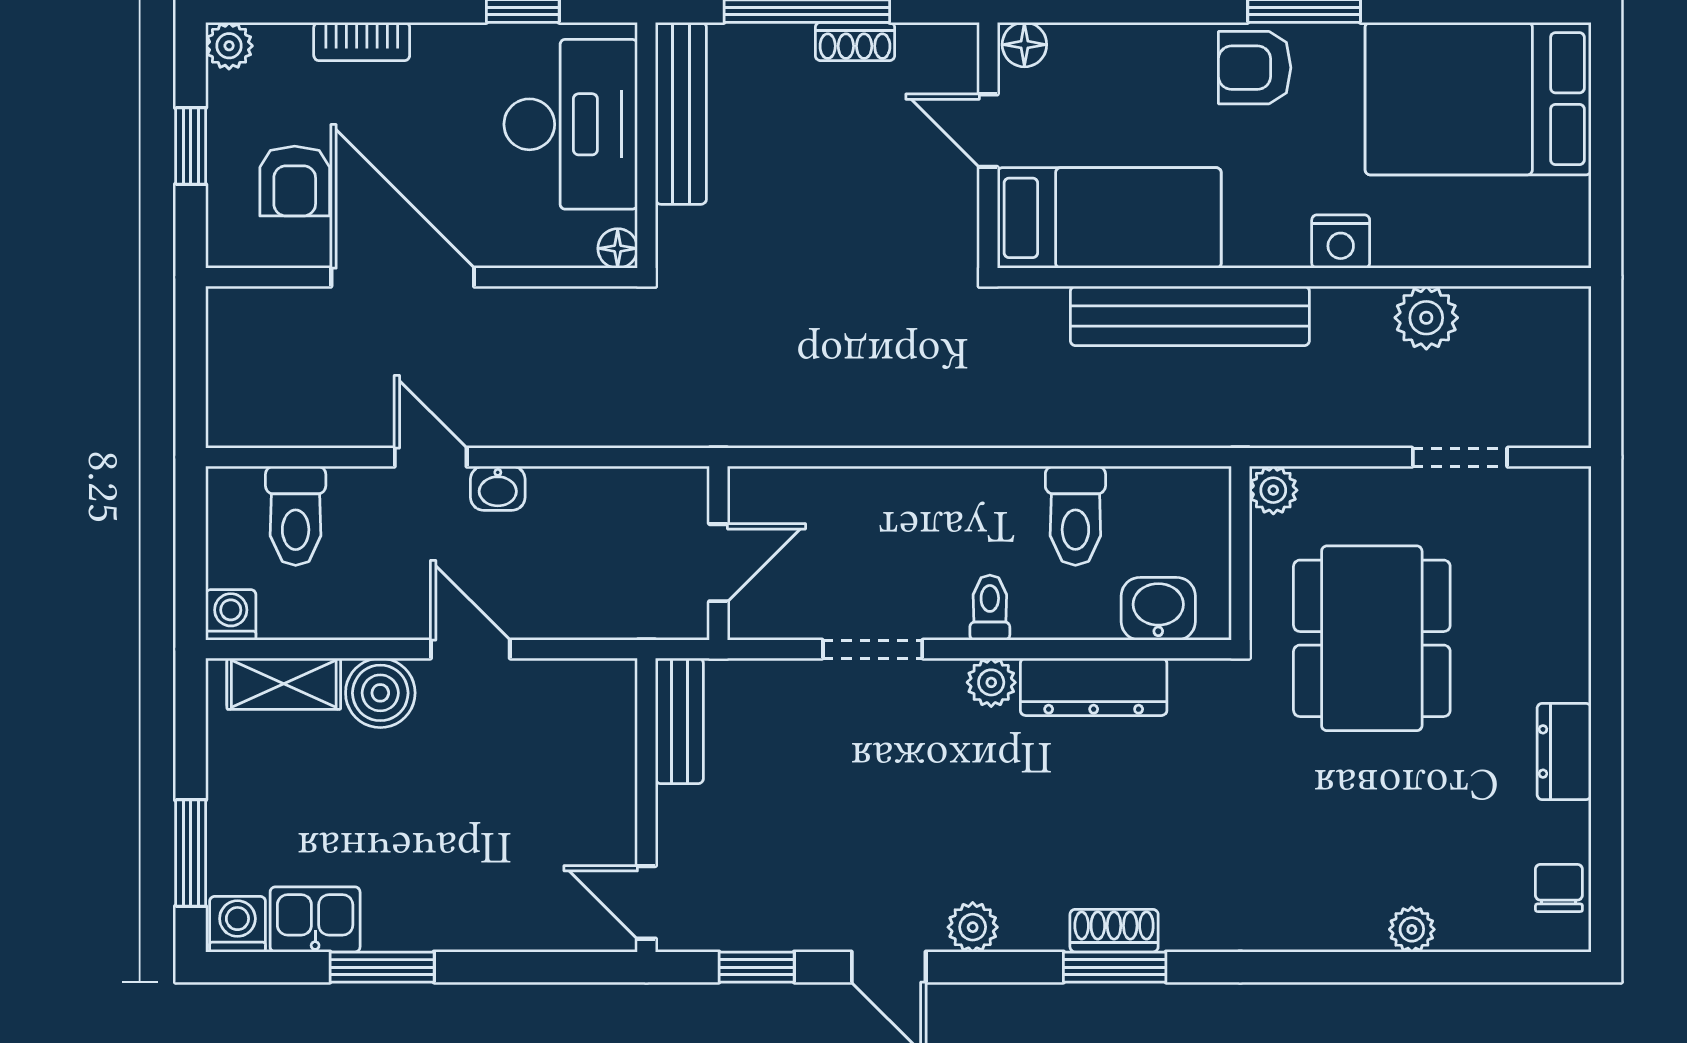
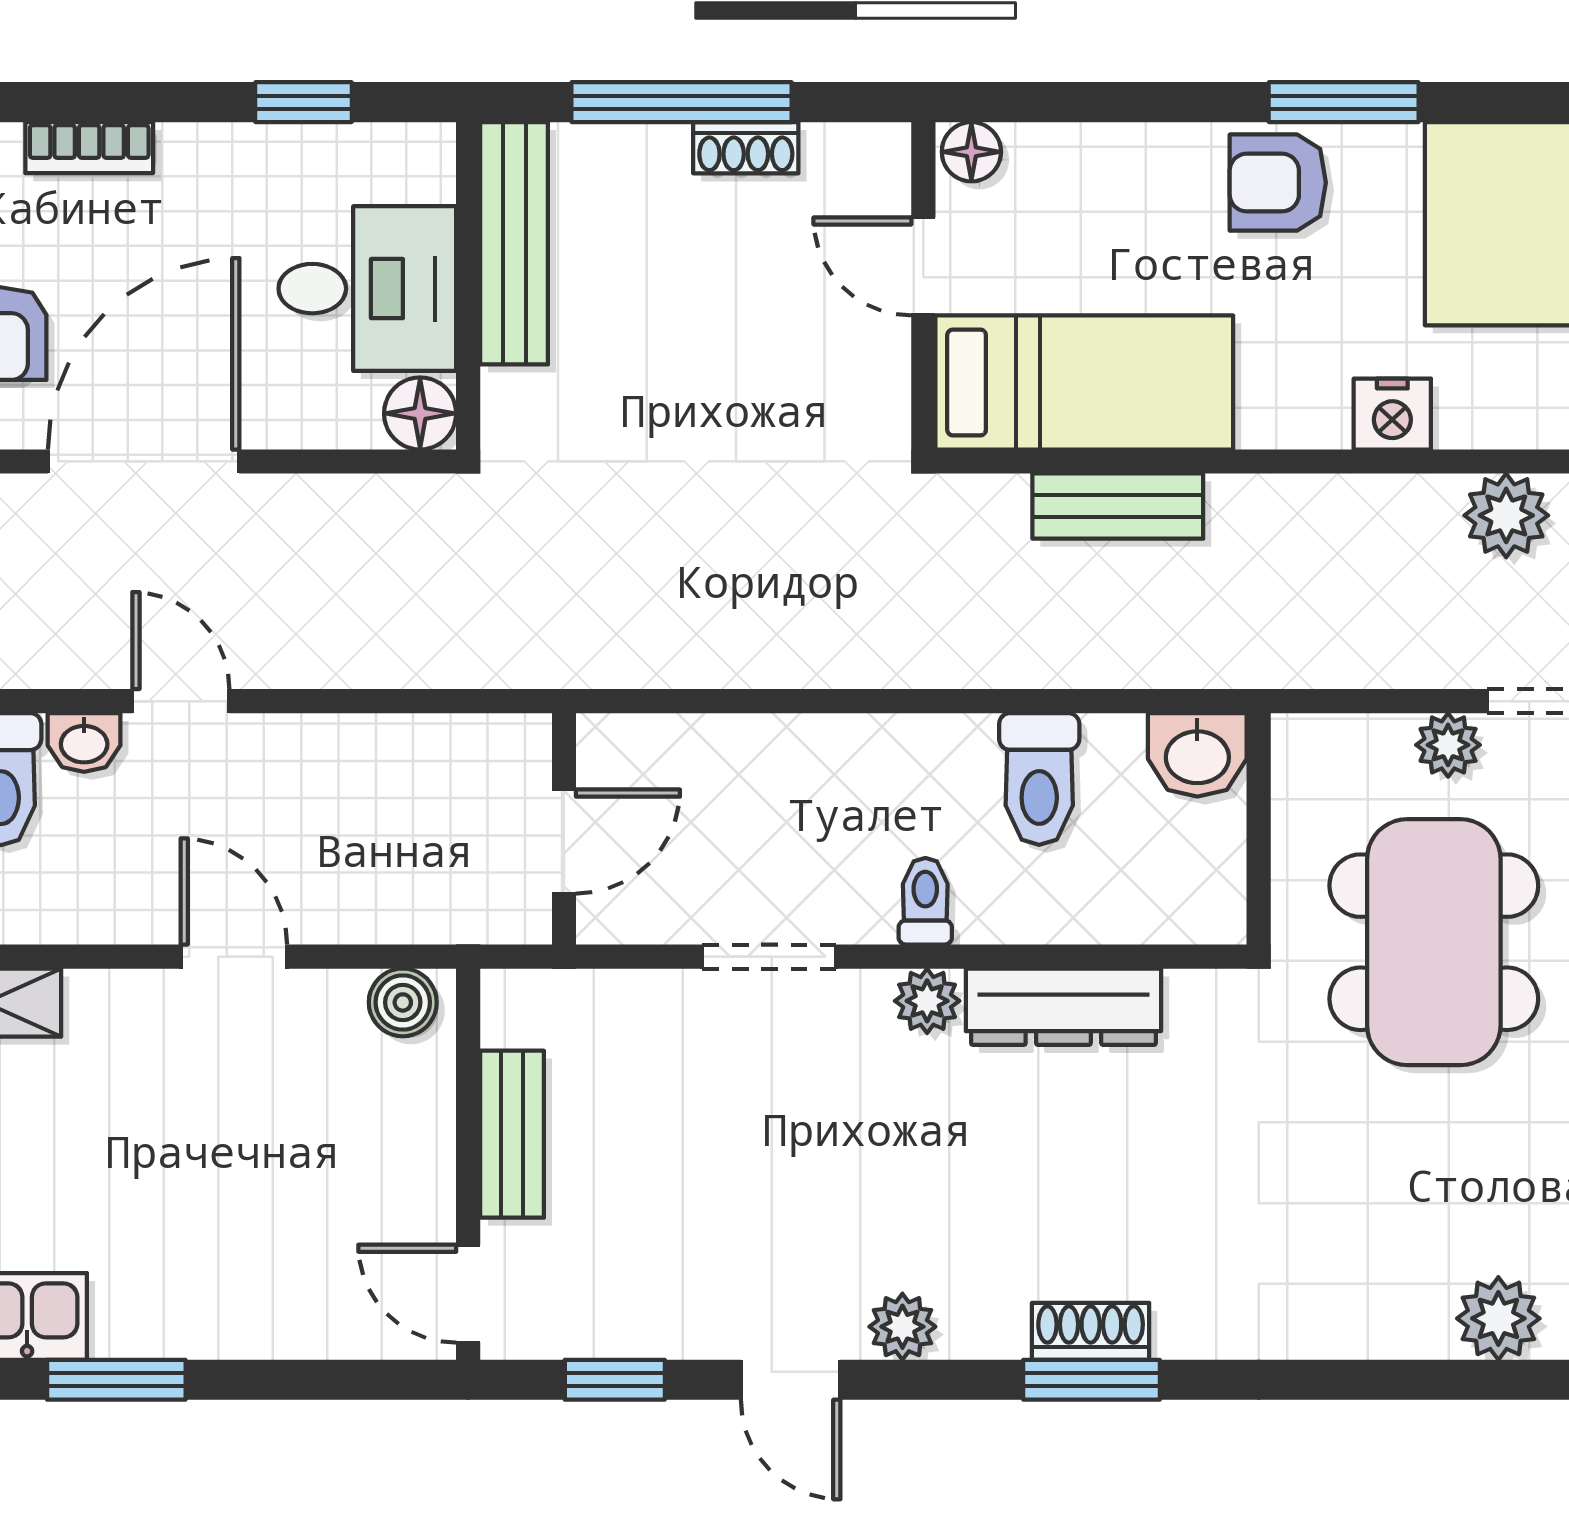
desk: (571, 124) -> (367, 289), width x0.73
floor lamp: (618, 248) -> (420, 413), width x1.37, depth x1.37
door: (403, 277) -> (144, 461), hinge flipped
bench: (1190, 316) -> (1118, 506), width x0.54, depth x0.82
washbasin: (498, 488) -> (84, 742), moved
plant: (1273, 490) -> (1448, 745), moved
washbasin: (1158, 609) -> (1197, 755), moved, turned 180
boiler: (380, 693) -> (403, 1002), moved, width x0.73, depth x0.73
bench: (679, 721) -> (512, 1134), moved
plant: (1412, 929) -> (1498, 1318), width x1.38, depth x1.38

